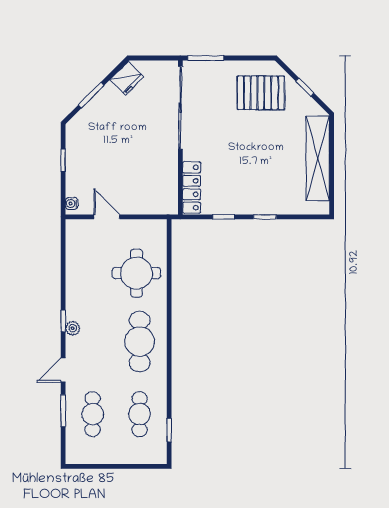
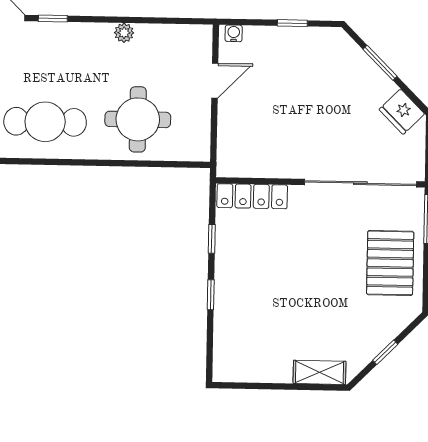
pallet: (261, 93) -> (390, 263), moved
shelving: (318, 158) -> (319, 372), width x0.45, depth x0.75
window: (63, 321) -> (53, 19), moved
plant: (73, 328) -> (124, 33), moved

